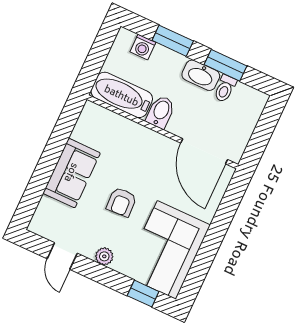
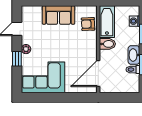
armchair: (121, 202) -> (88, 24), moved
window: (143, 294) -> (17, 59), moved

